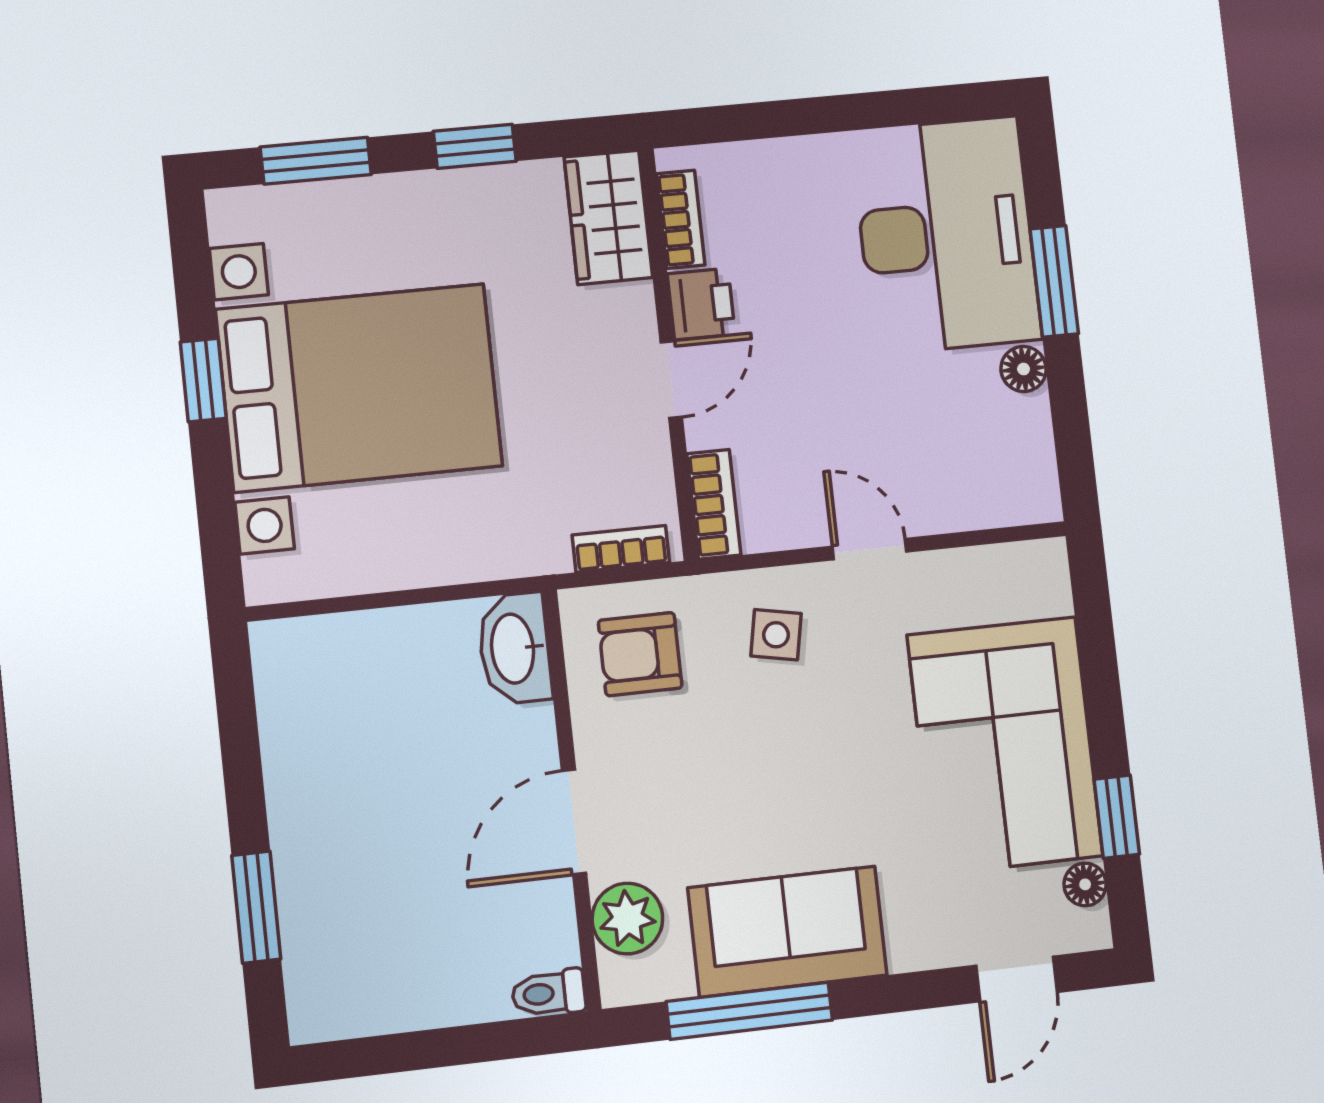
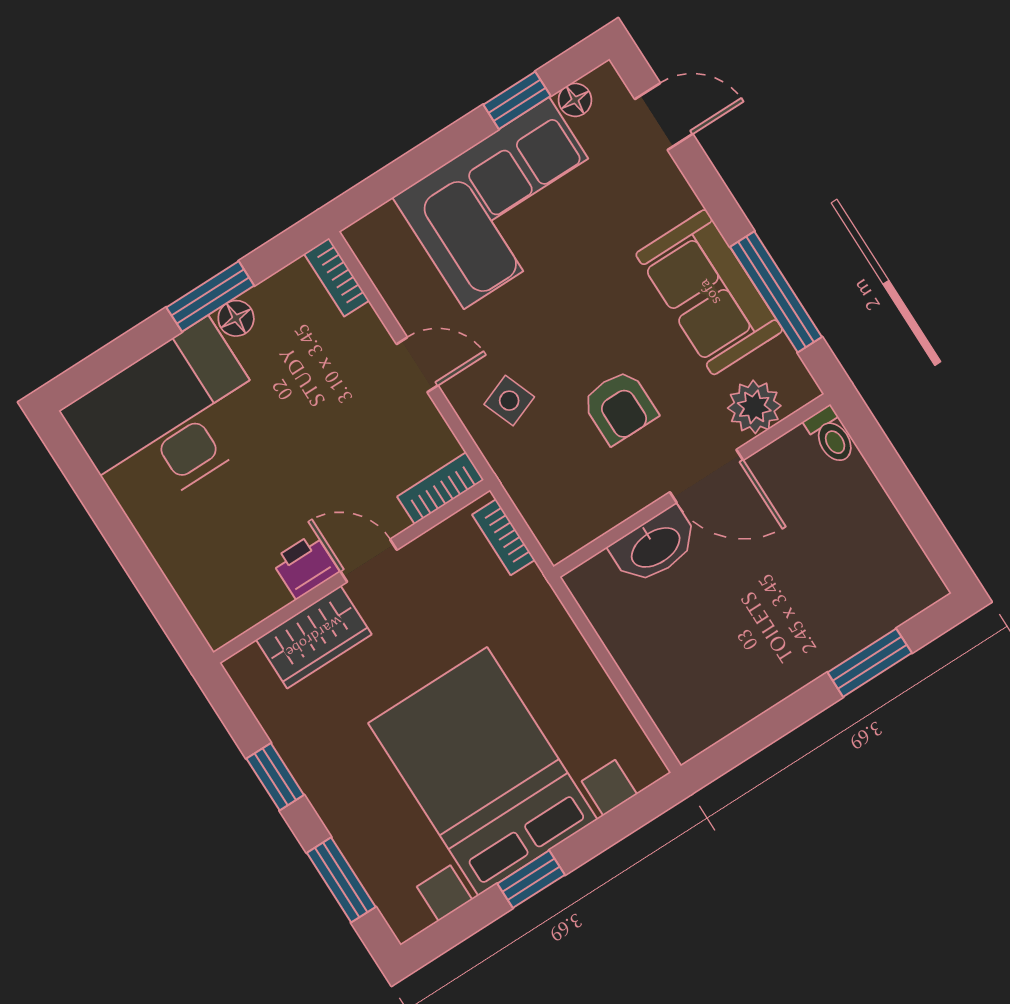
wardrobe: (608, 217) -> (314, 637), moved
bookcase: (681, 219) -> (337, 277), moved, turned -90
window: (1054, 281) -> (210, 296), moved
door: (869, 549) -> (417, 365), swing flipped
side table: (776, 635) -> (509, 401), turned -32
washbasin: (515, 648) -> (655, 546), moved
armchair: (640, 654) -> (620, 407), moved

